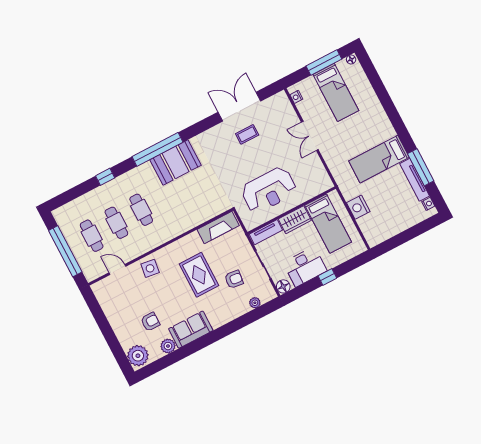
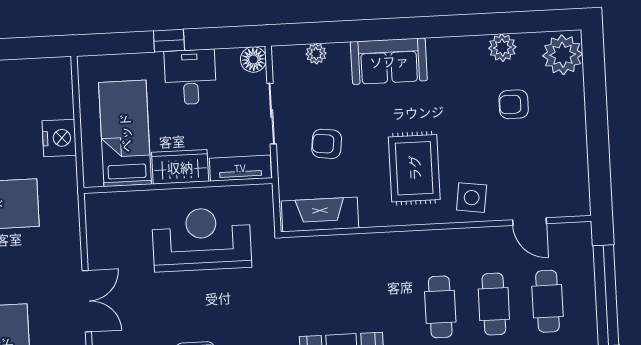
desk: (305, 267) -> (190, 77), width x0.73
rug: (199, 275) -> (414, 168), moved
armchair: (234, 279) -> (327, 144), moved
sofa: (191, 330) -> (389, 61), moved

